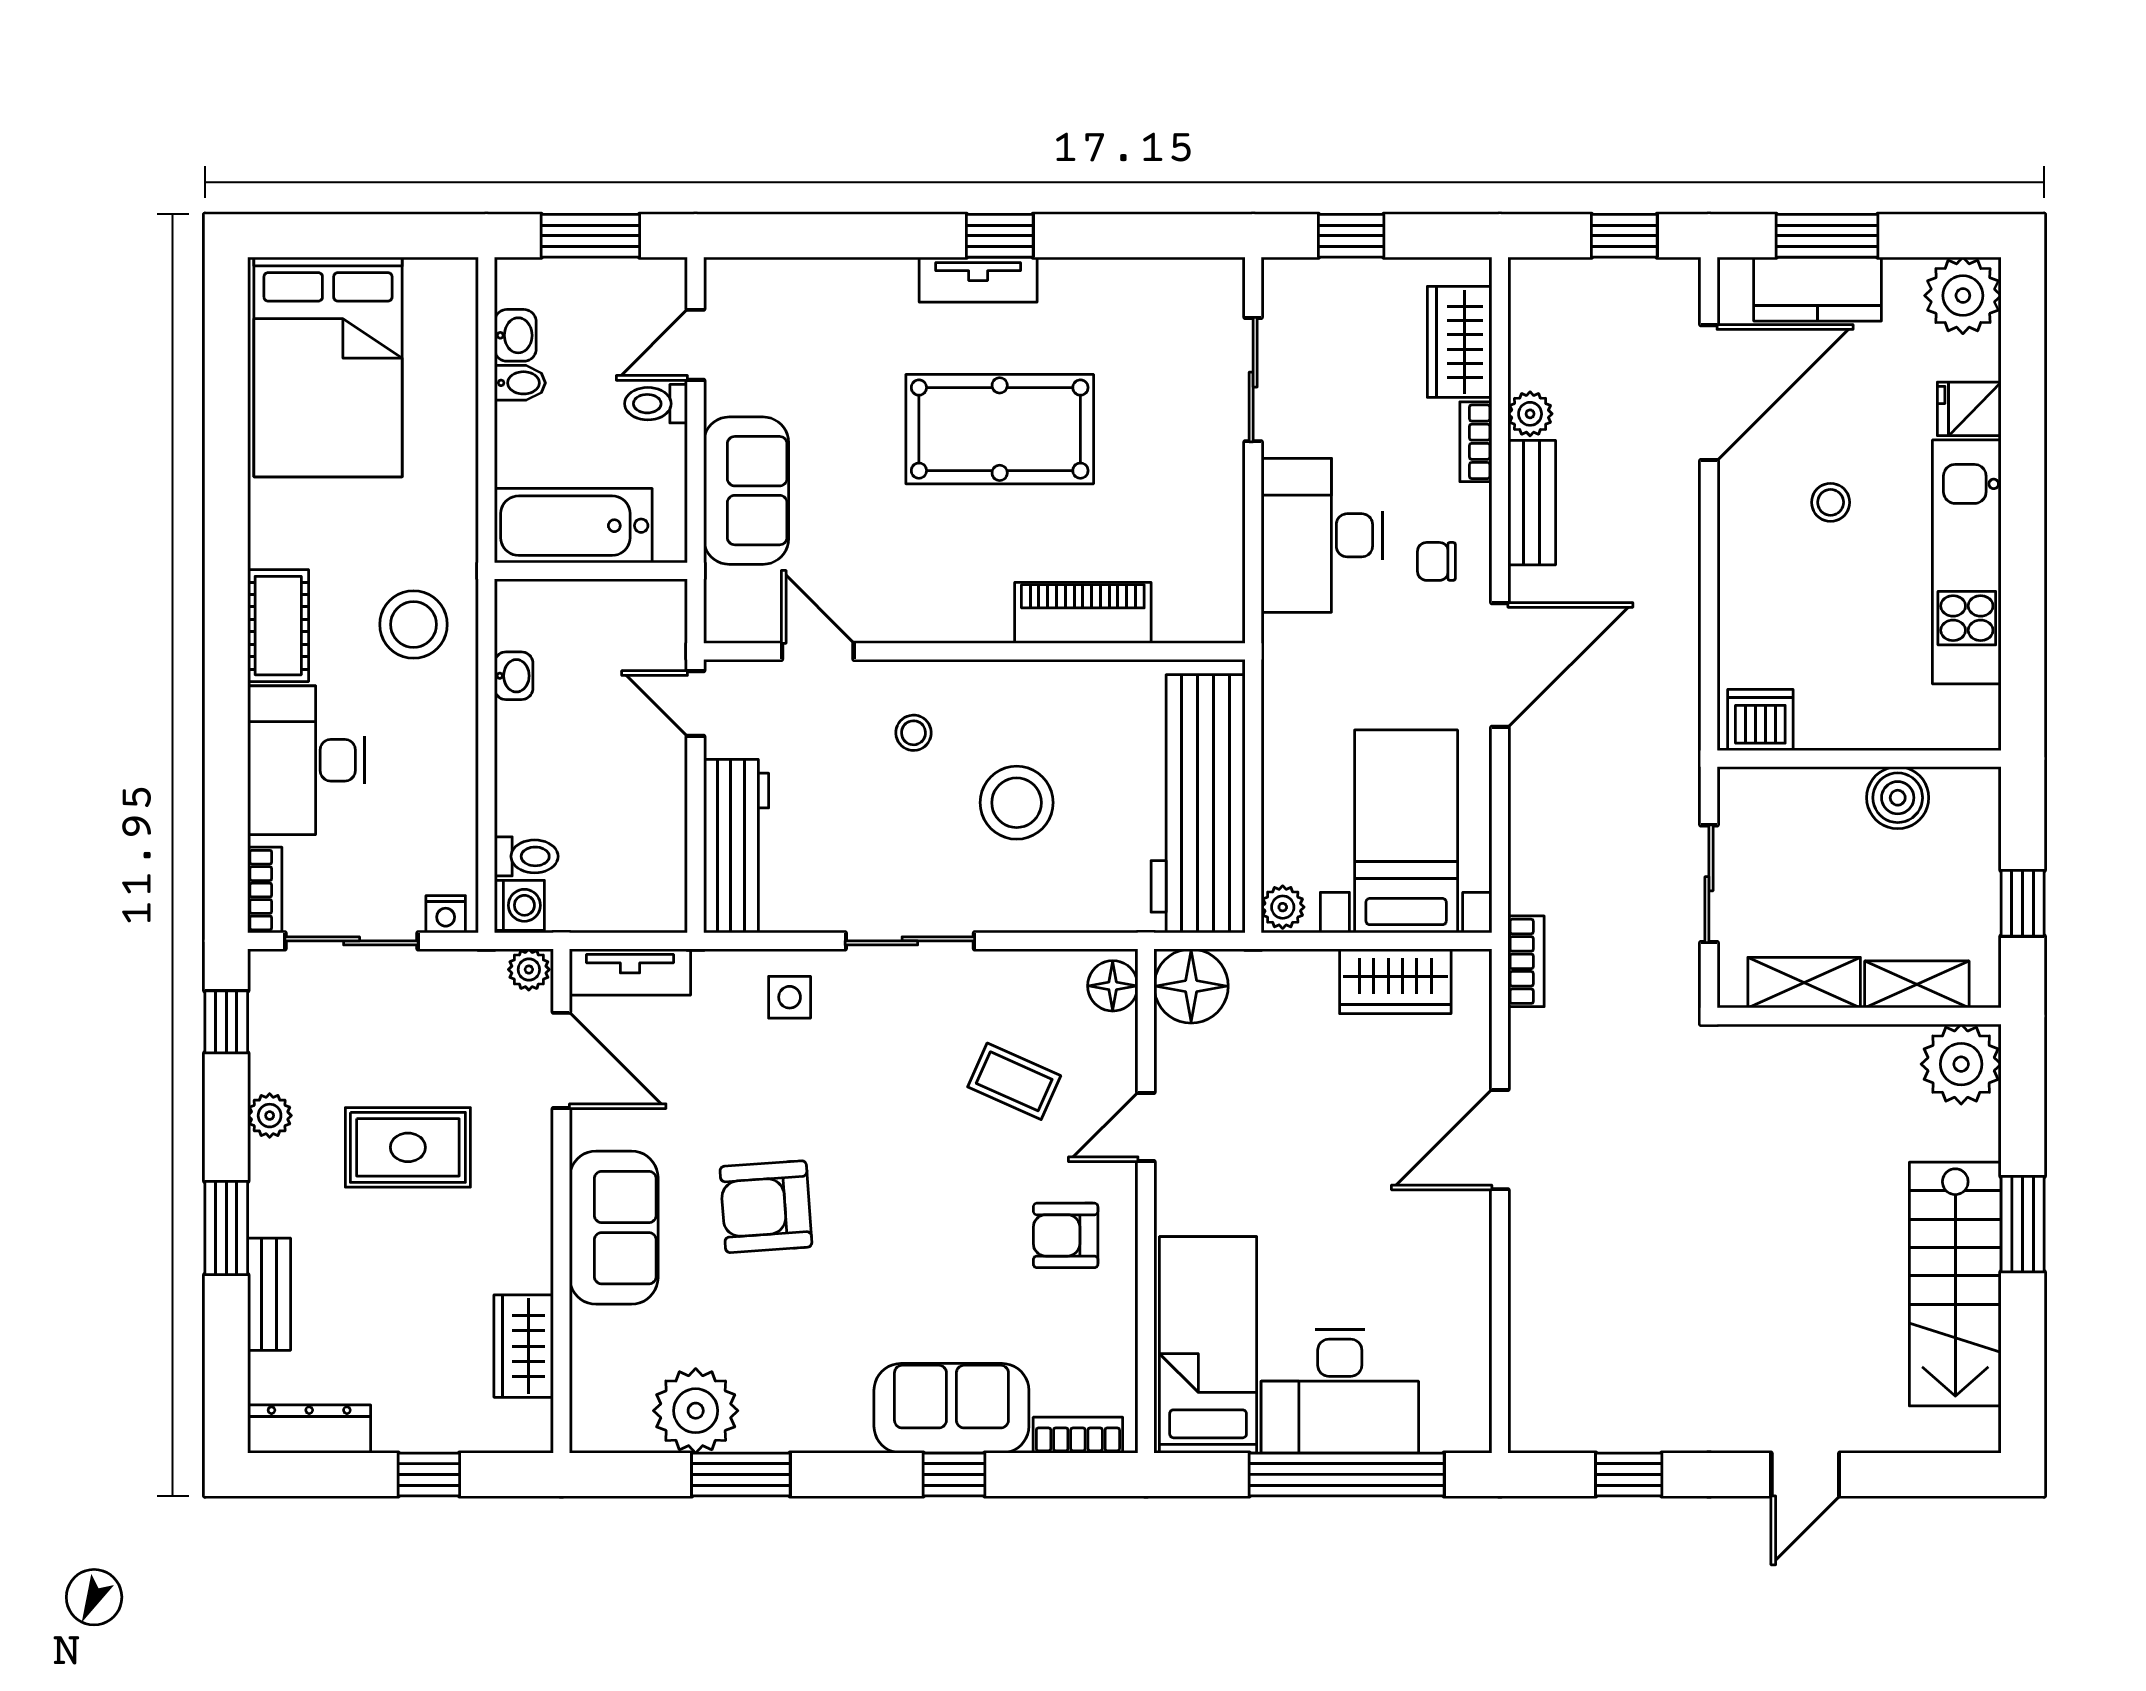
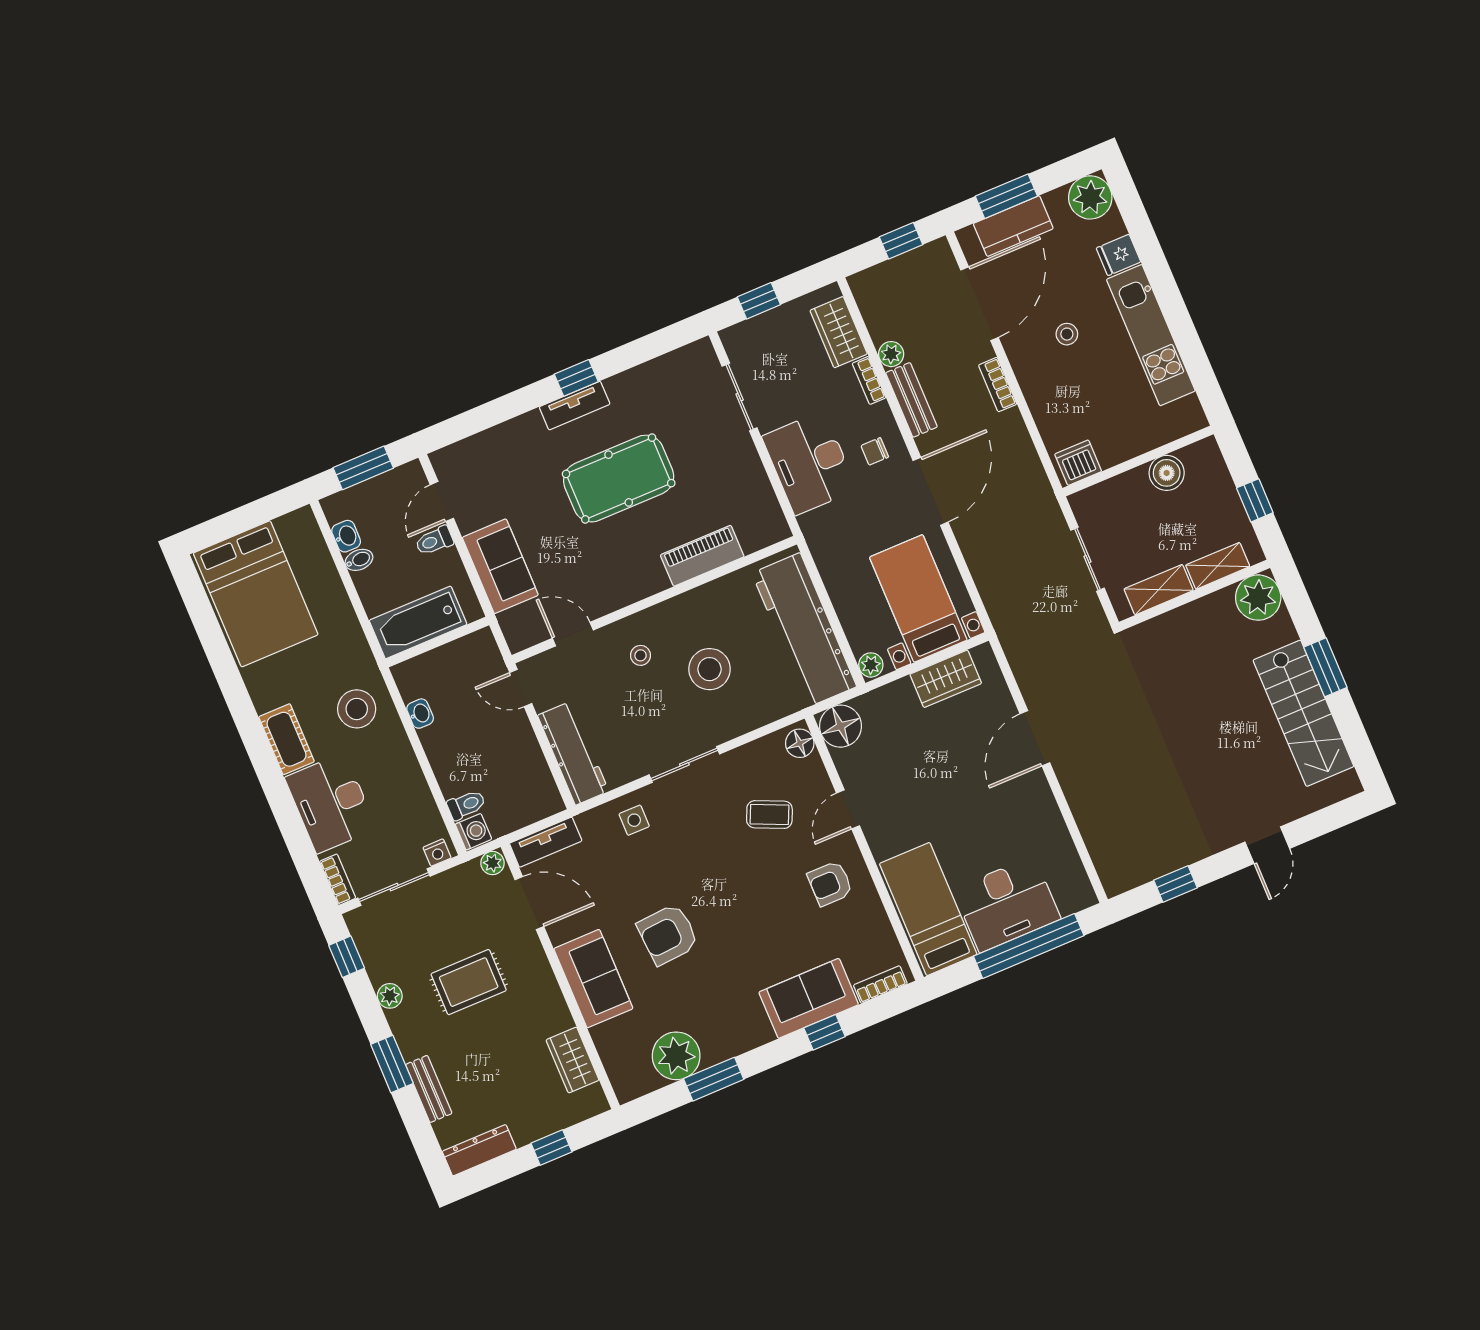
bookcase: (1526, 961) -> (998, 385), moved, turned 180

